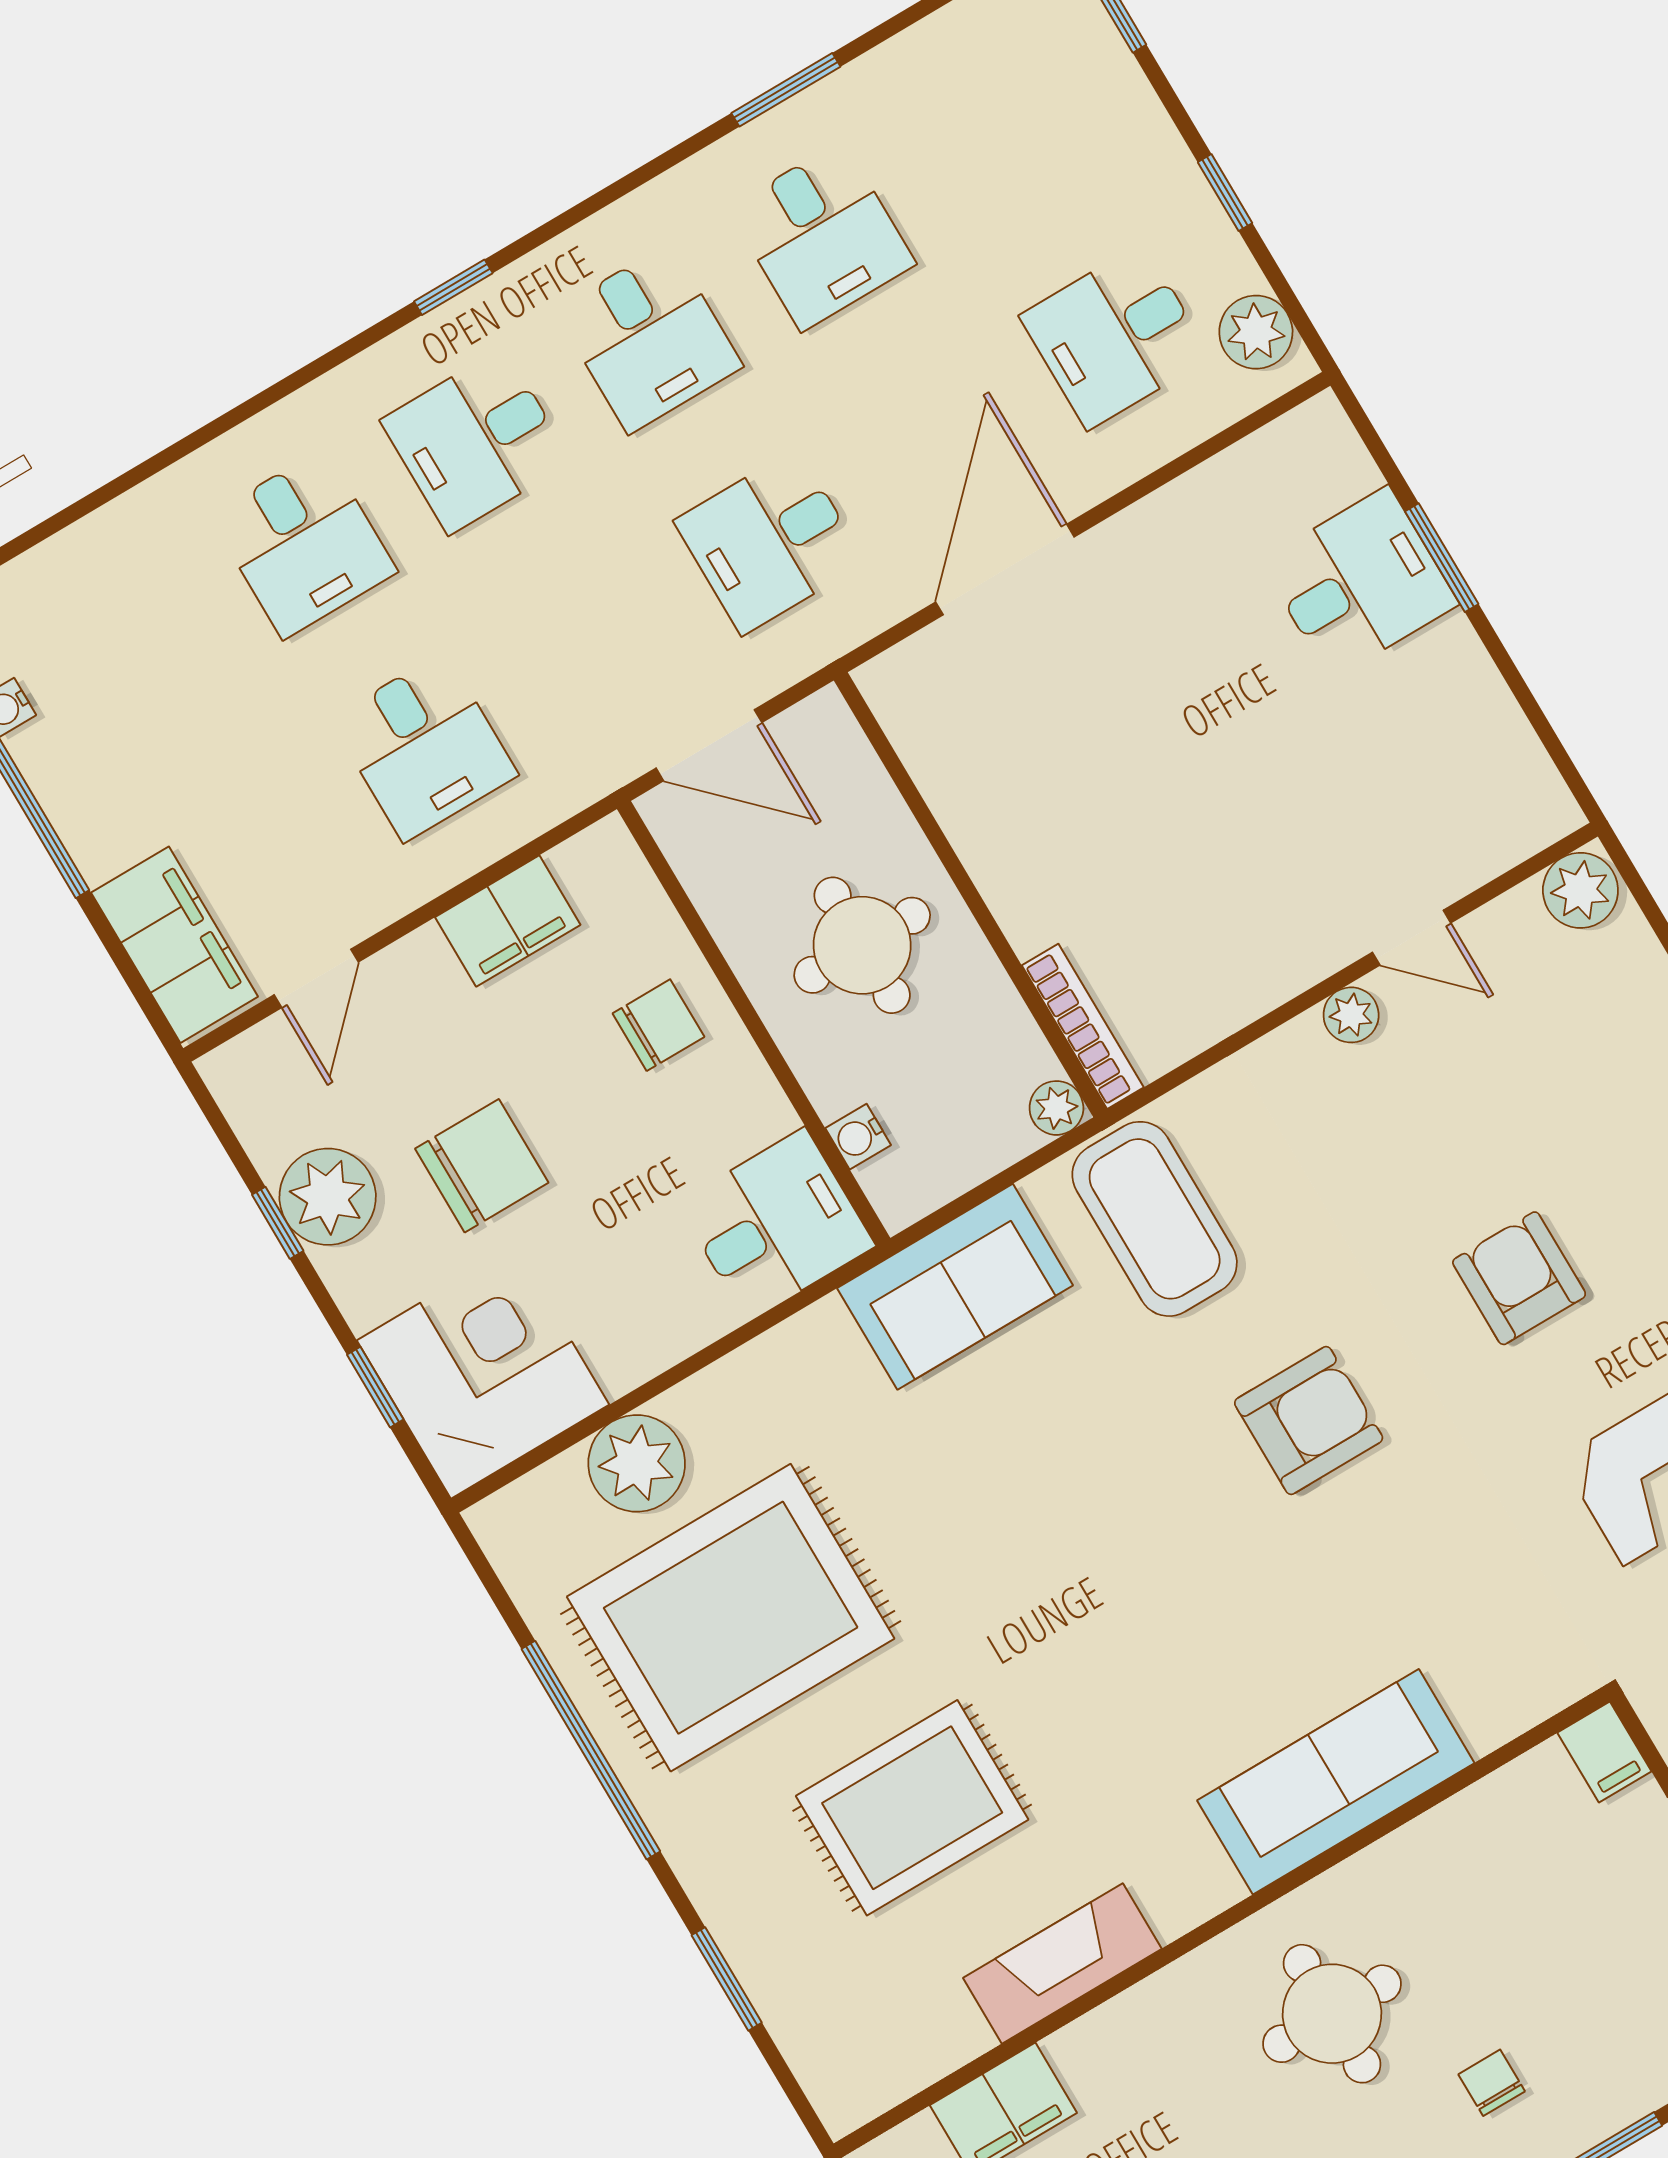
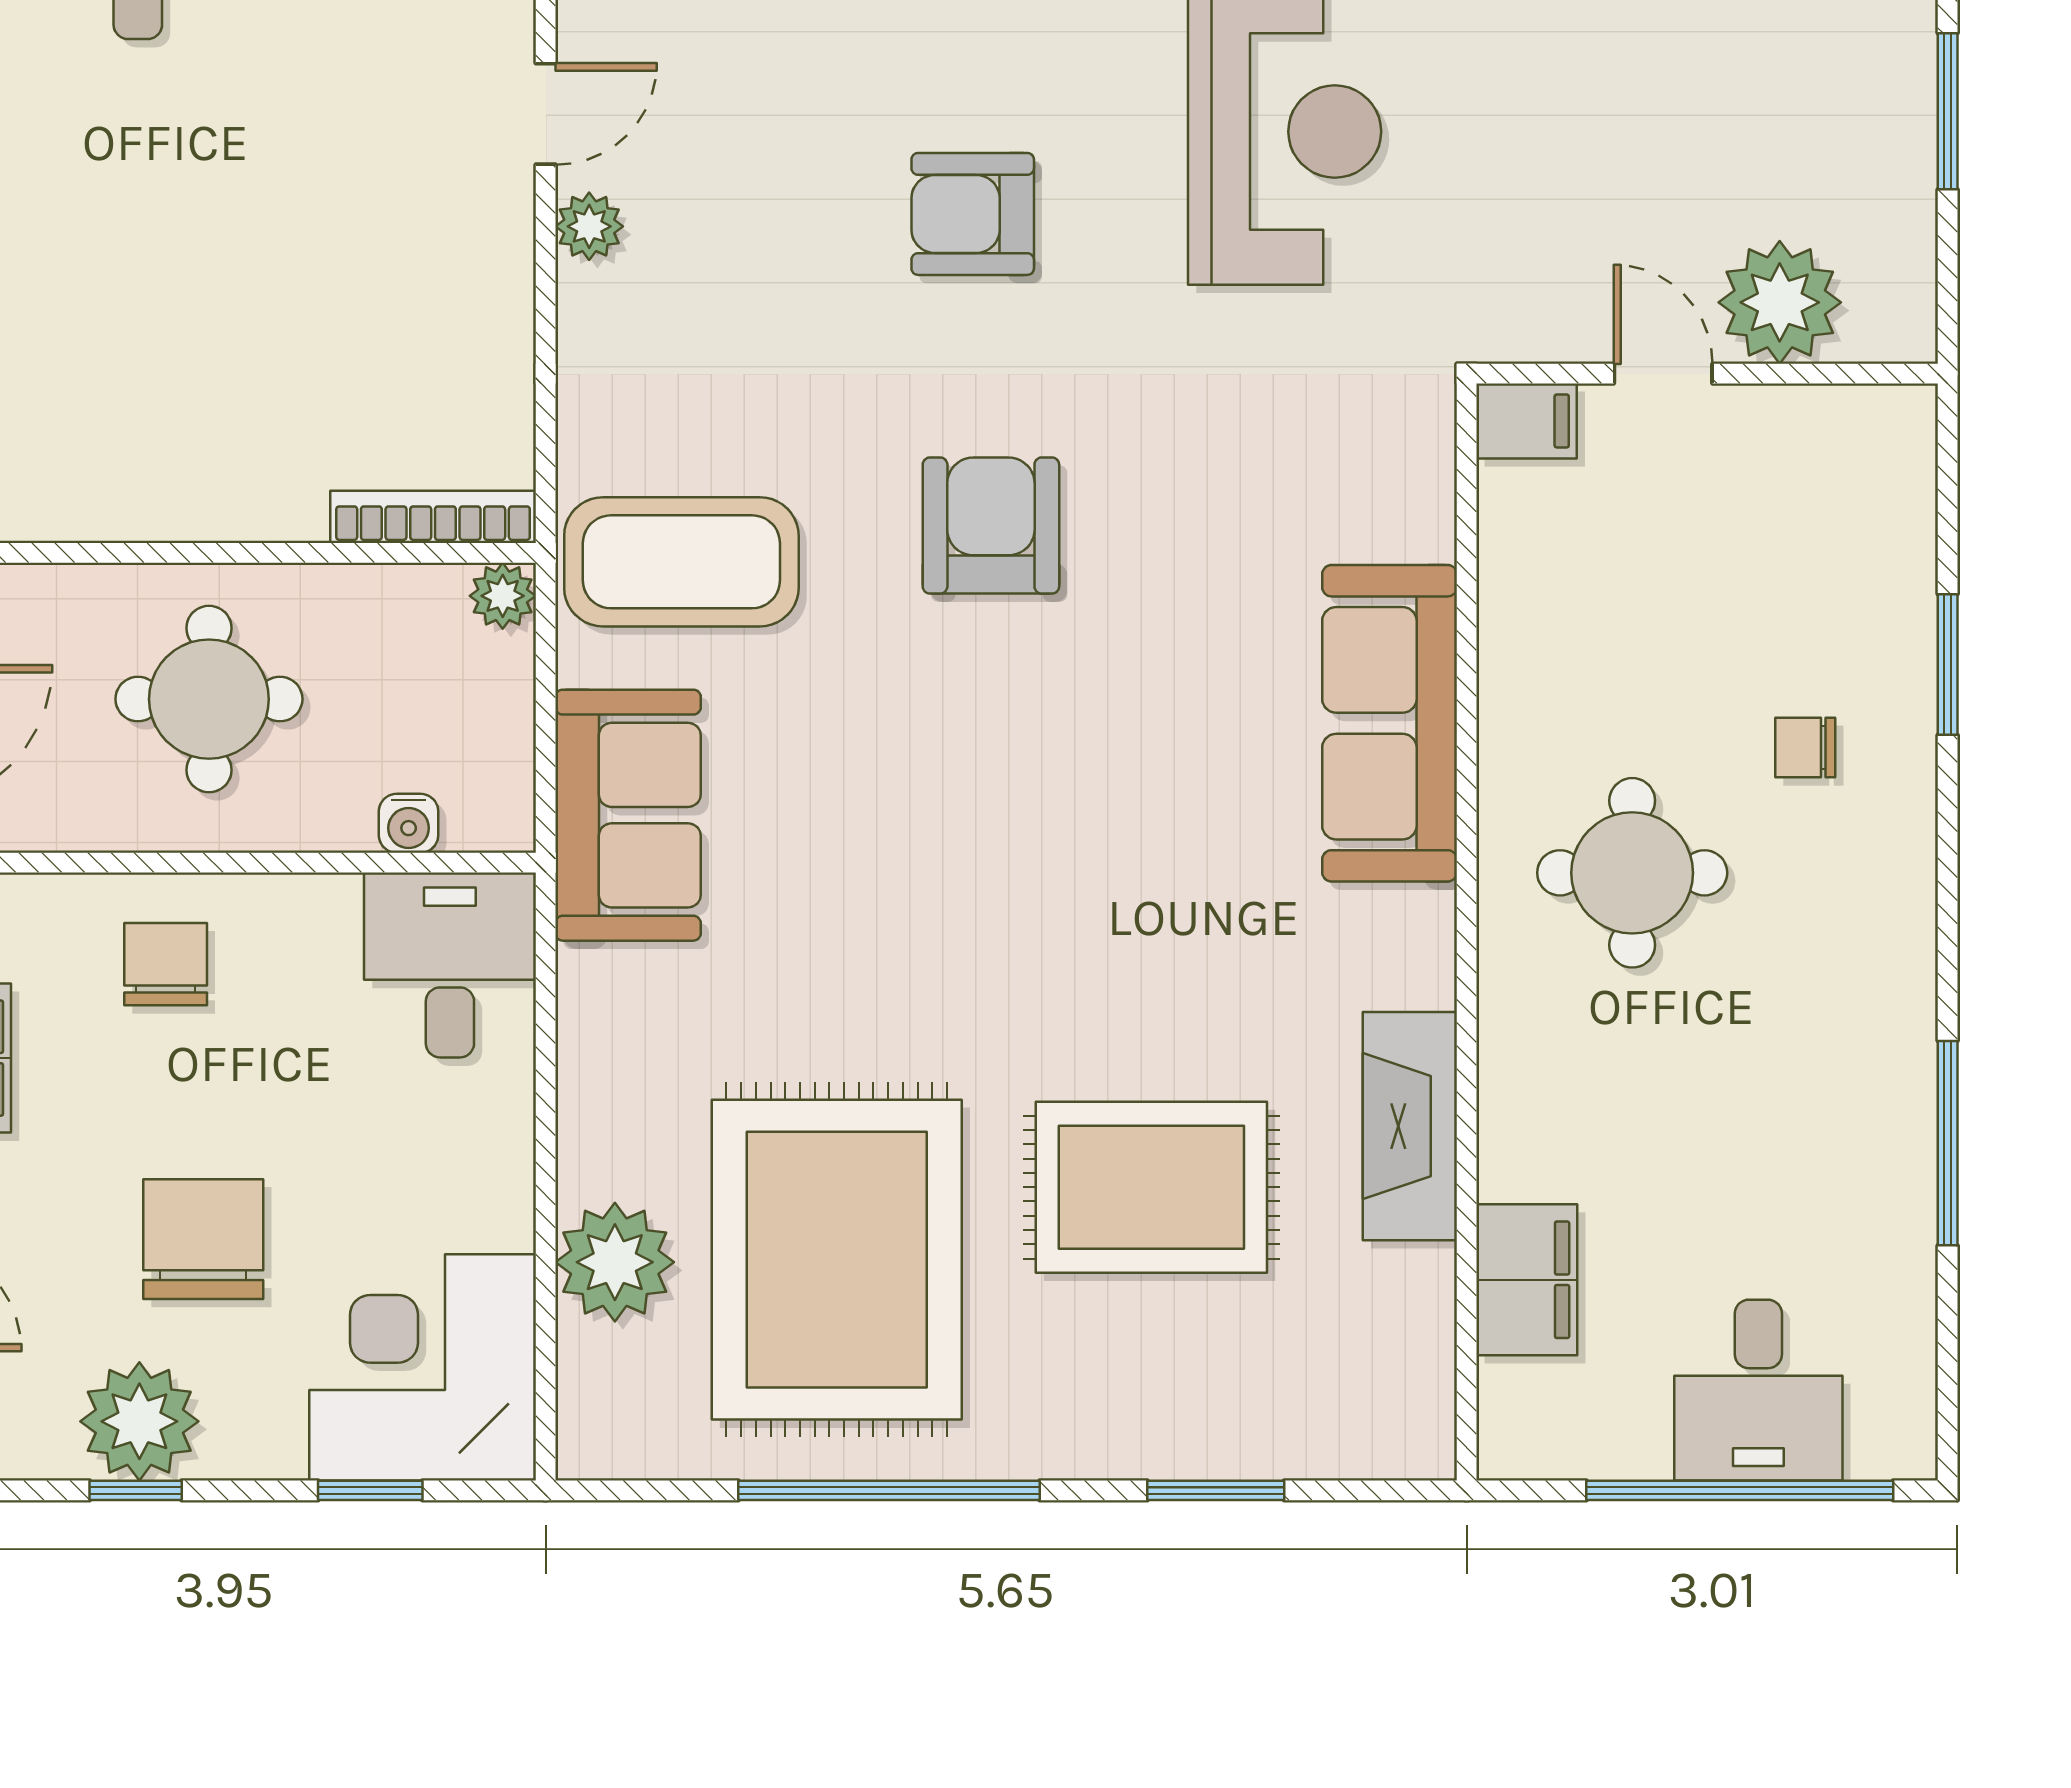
rug: (912, 1808) -> (1151, 1187), turned 90

